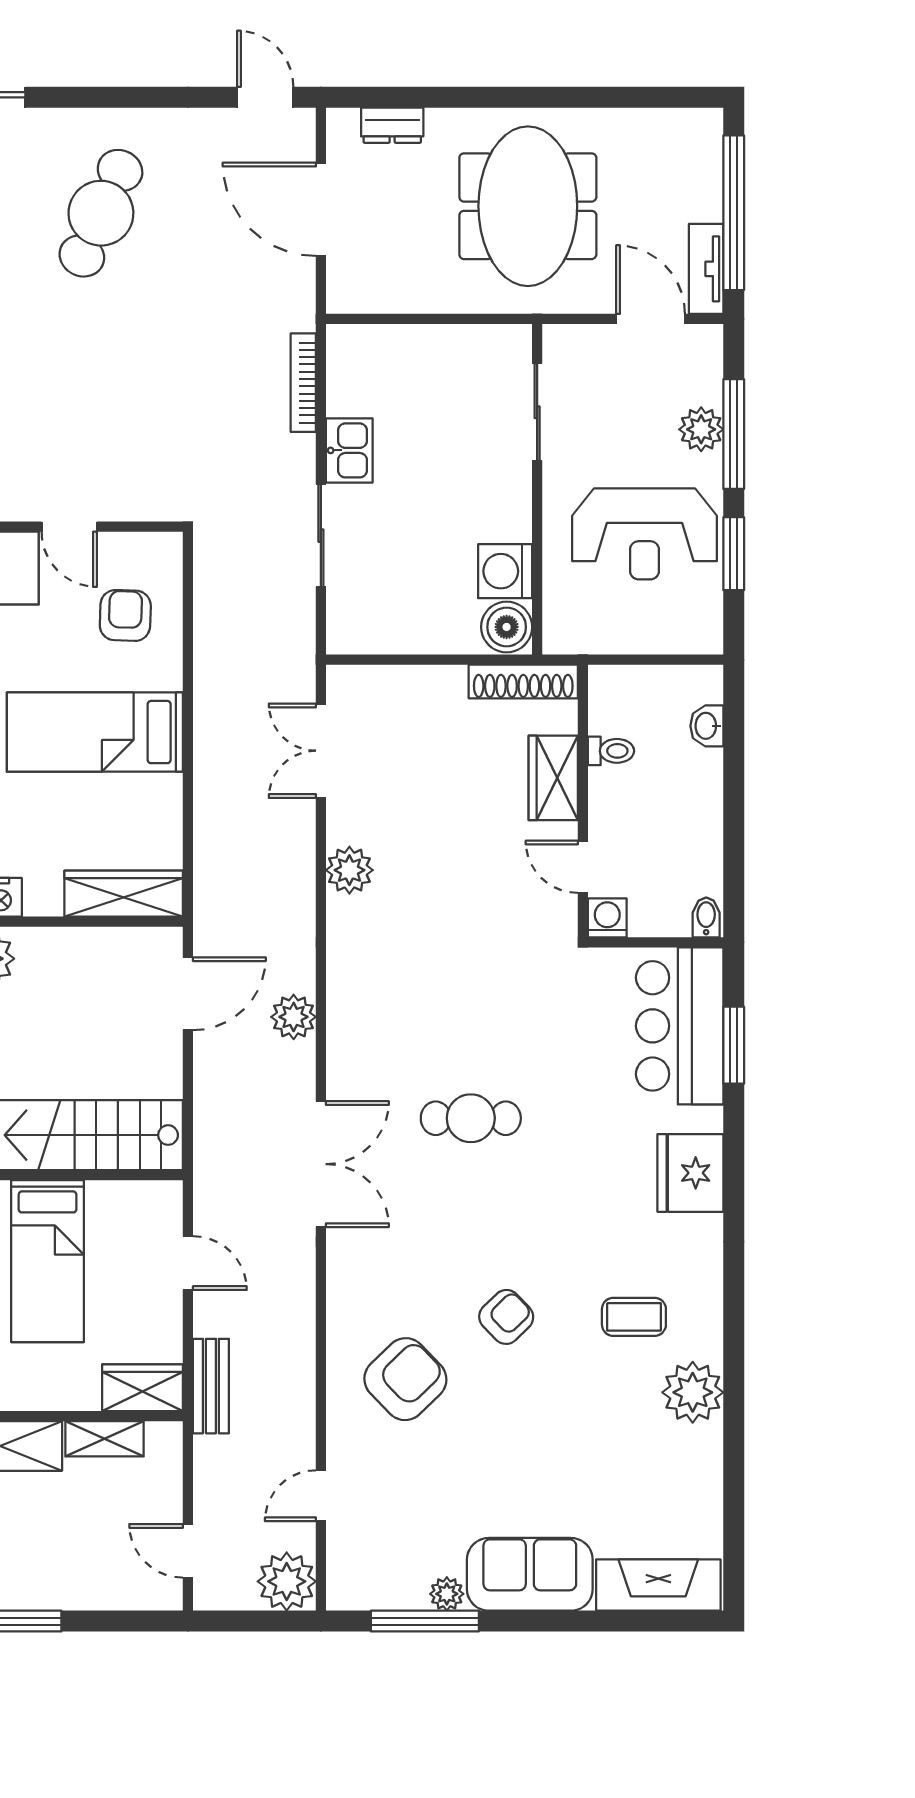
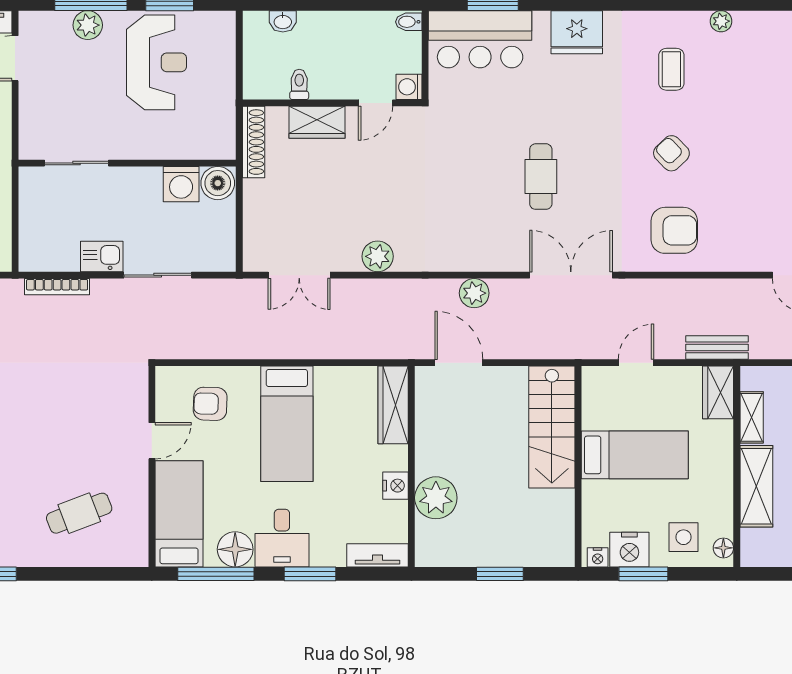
sliding door: (537, 412) -> (76, 163), moved
wall: (537, 489) -> (127, 163), moved
washing machine: (505, 571) -> (181, 184), moved
boiler: (507, 627) -> (218, 183), moved
armchair: (405, 1379) -> (674, 230), moved, turned 134
plant: (693, 1392) -> (721, 21), width x0.53, depth x0.53

